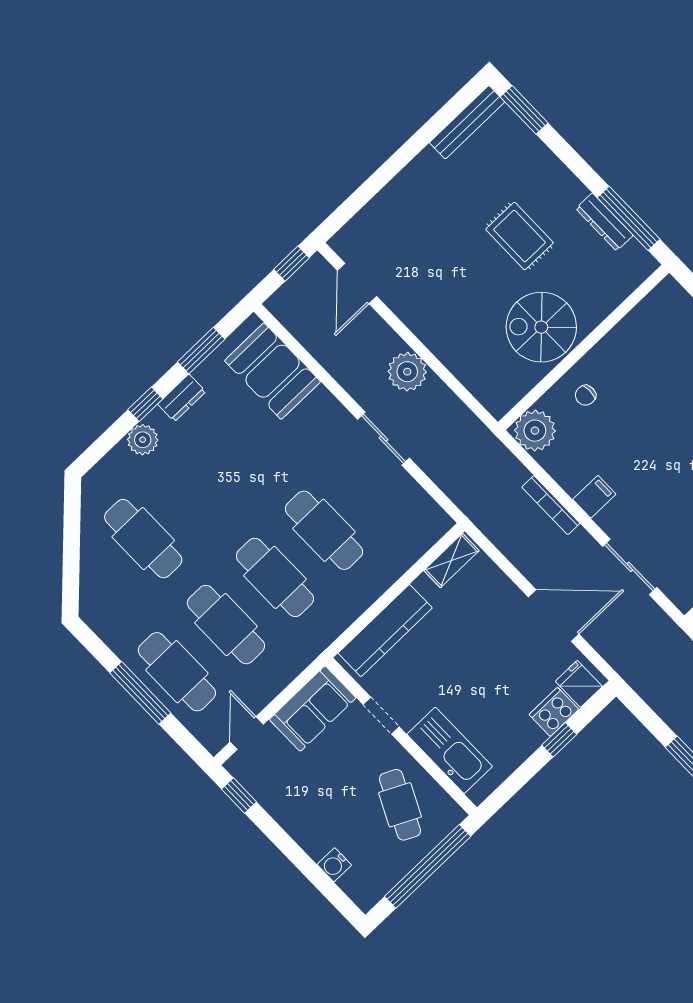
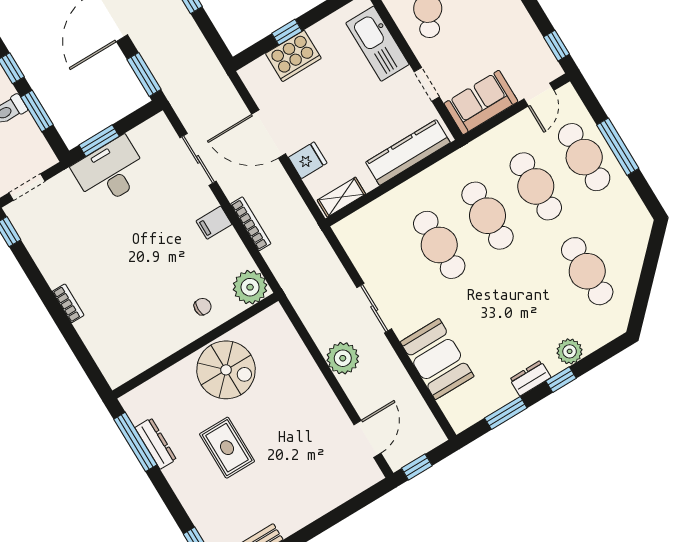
booth: (273, 371) -> (437, 359), moved
fridge: (579, 684) -> (308, 160), moved, turned -90
cooker: (554, 712) -> (293, 56), width x1.37, depth x1.31

